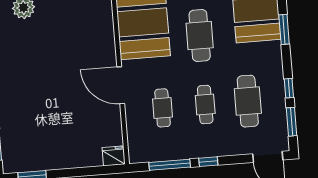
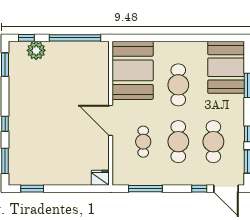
cafe table: (205, 104) -> (178, 142), width x1.37, depth x1.35
window: (208, 162) -> (199, 189), moved

